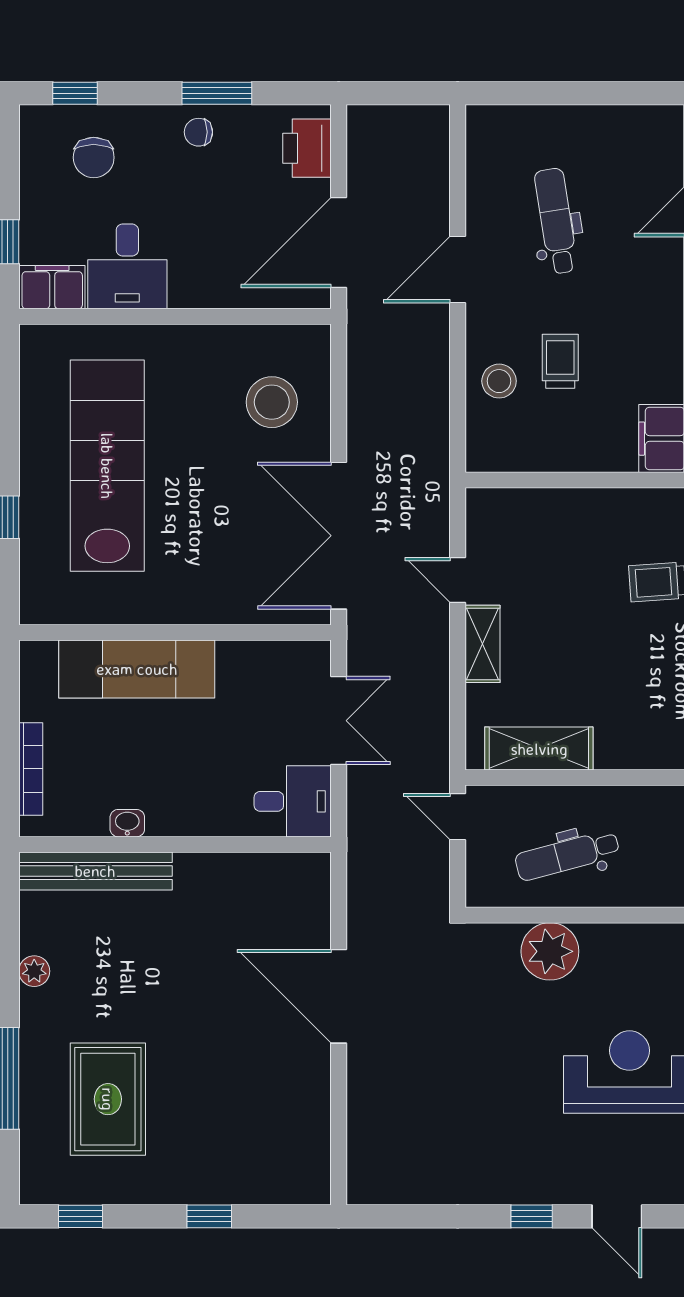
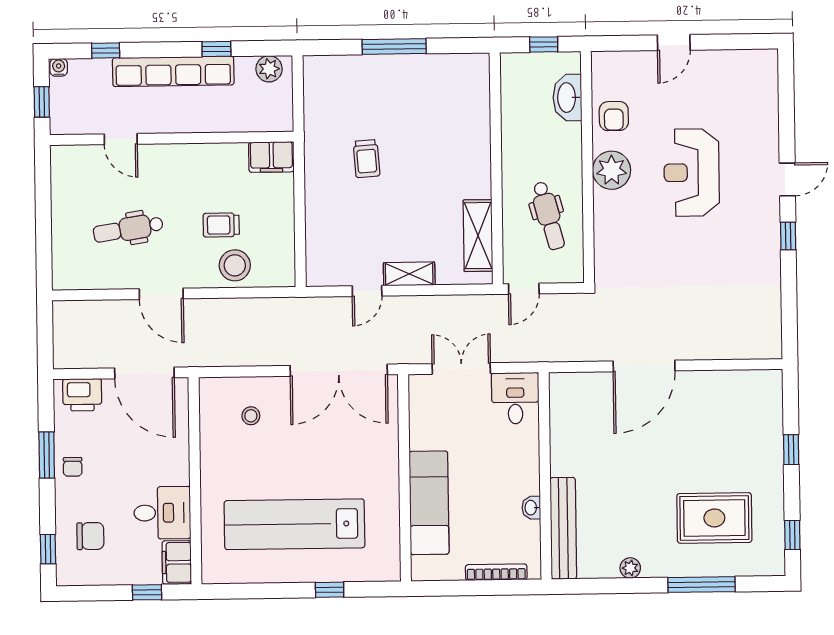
stool: (499, 381) -> (235, 265), width x1.38, depth x1.38
stool: (272, 402) -> (251, 416), width x0.53, depth x0.53
plant: (550, 951) -> (612, 170), moved

